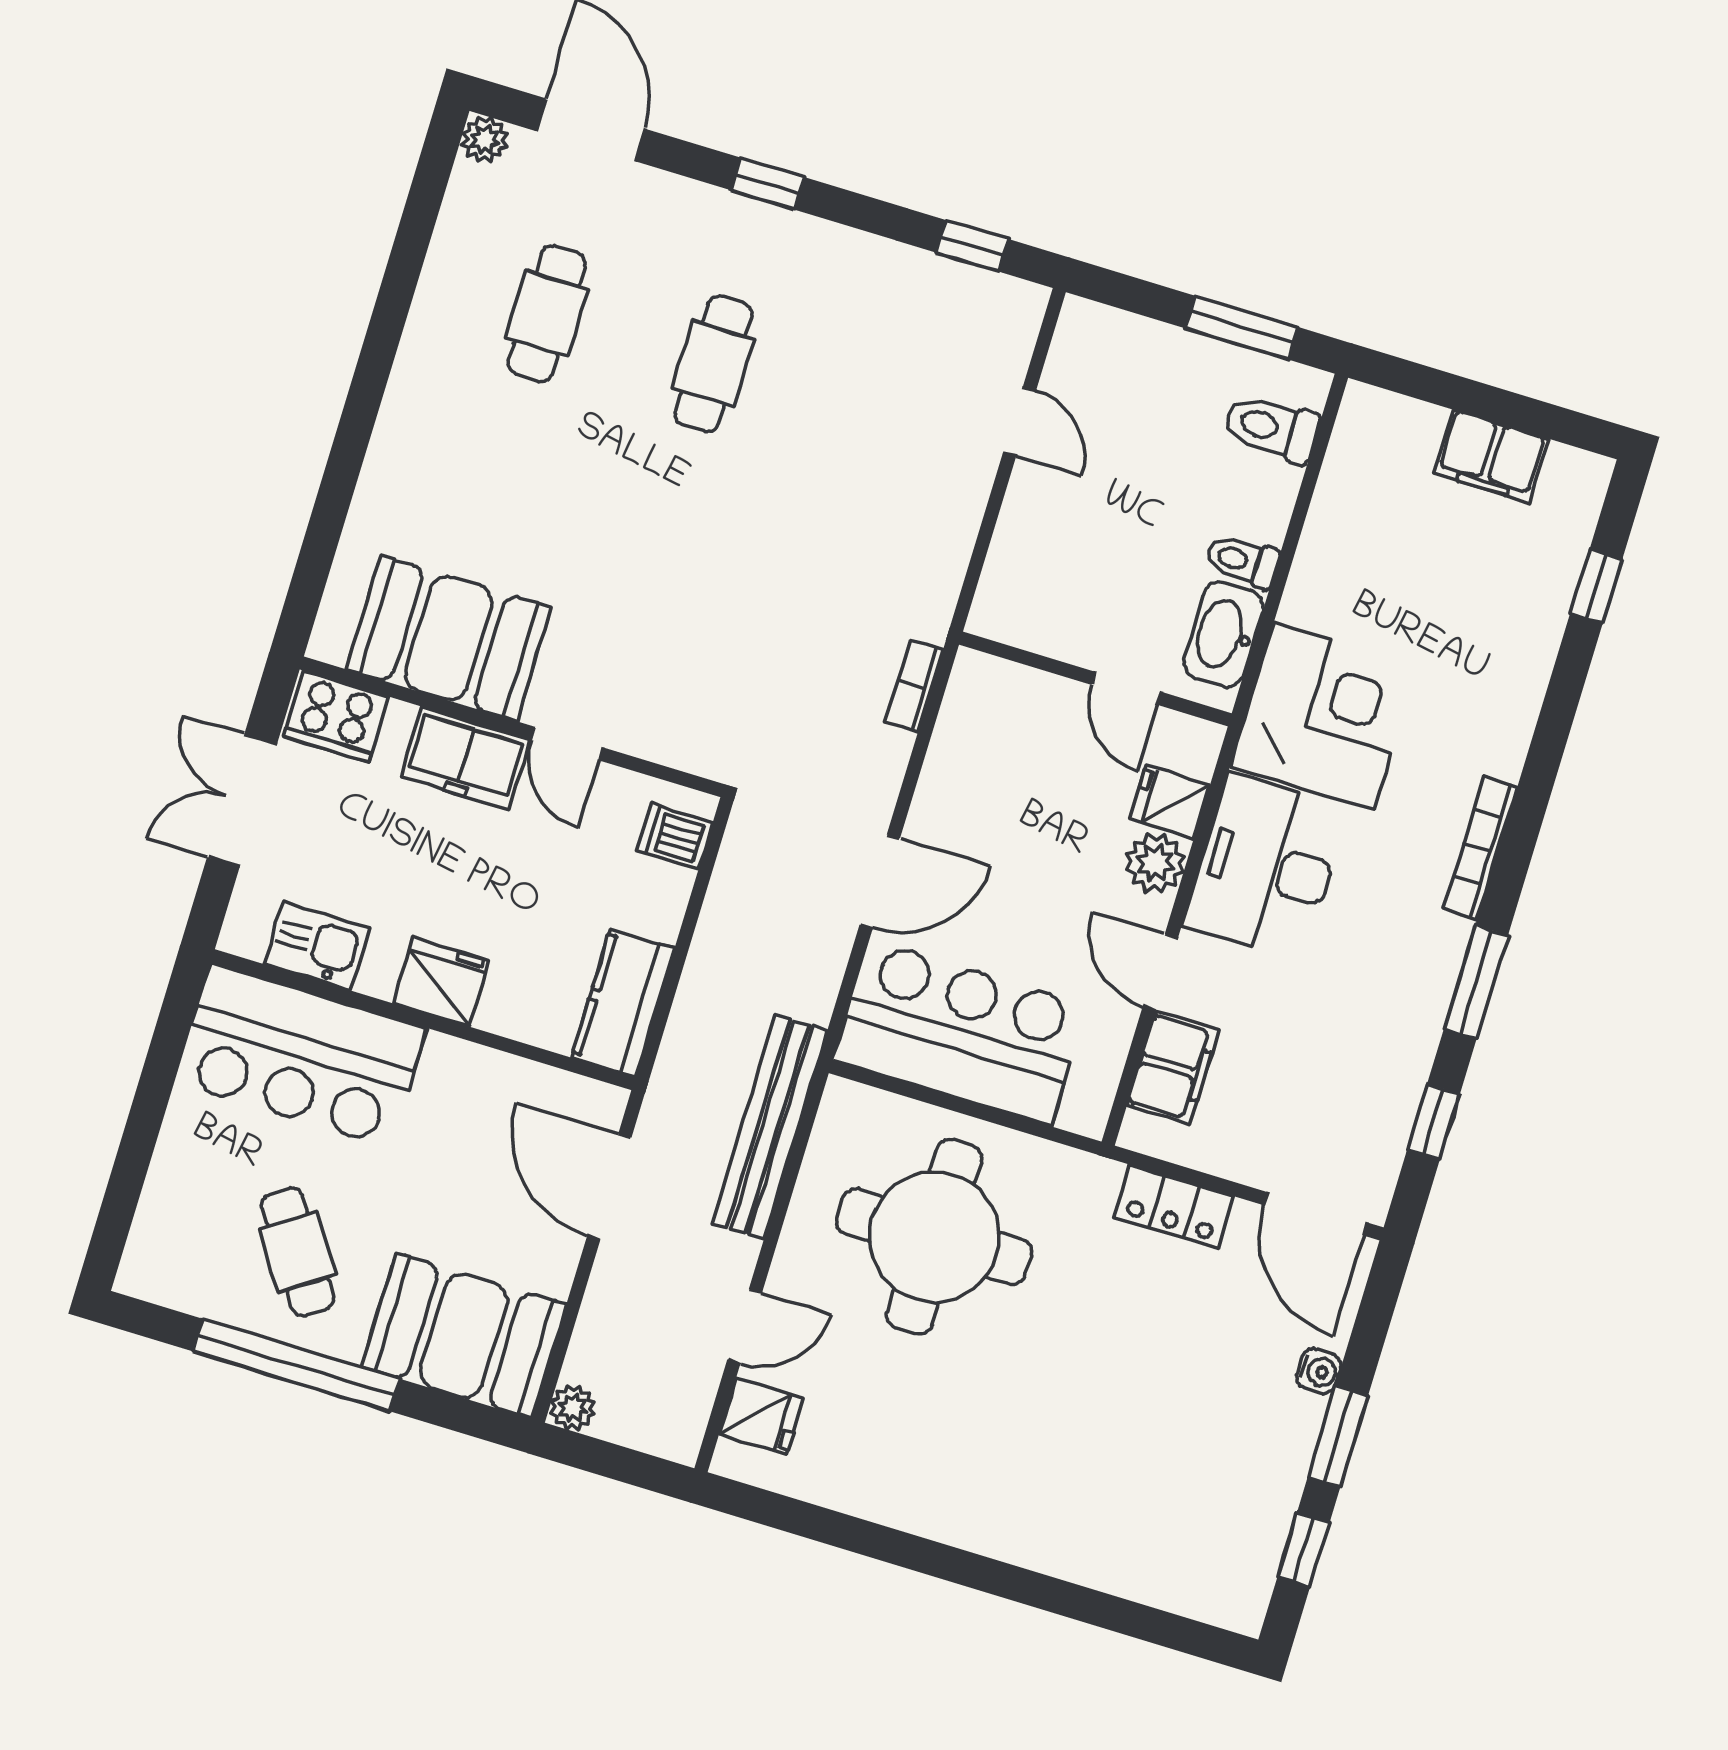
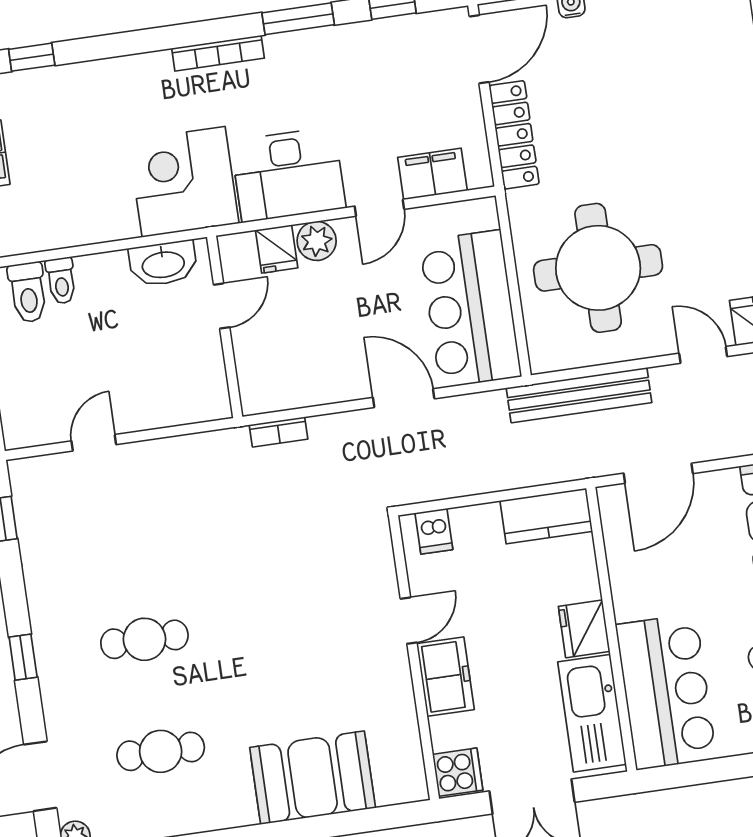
toilet: (1242, 561) -> (61, 281), moved
booth: (449, 638) -> (313, 778), moved, turned 90
cooker: (336, 716) -> (458, 772), width x0.73
kitchen sink: (317, 946) -> (592, 713), width x1.88, depth x1.24
locker: (1174, 1207) -> (514, 135), width x1.53

